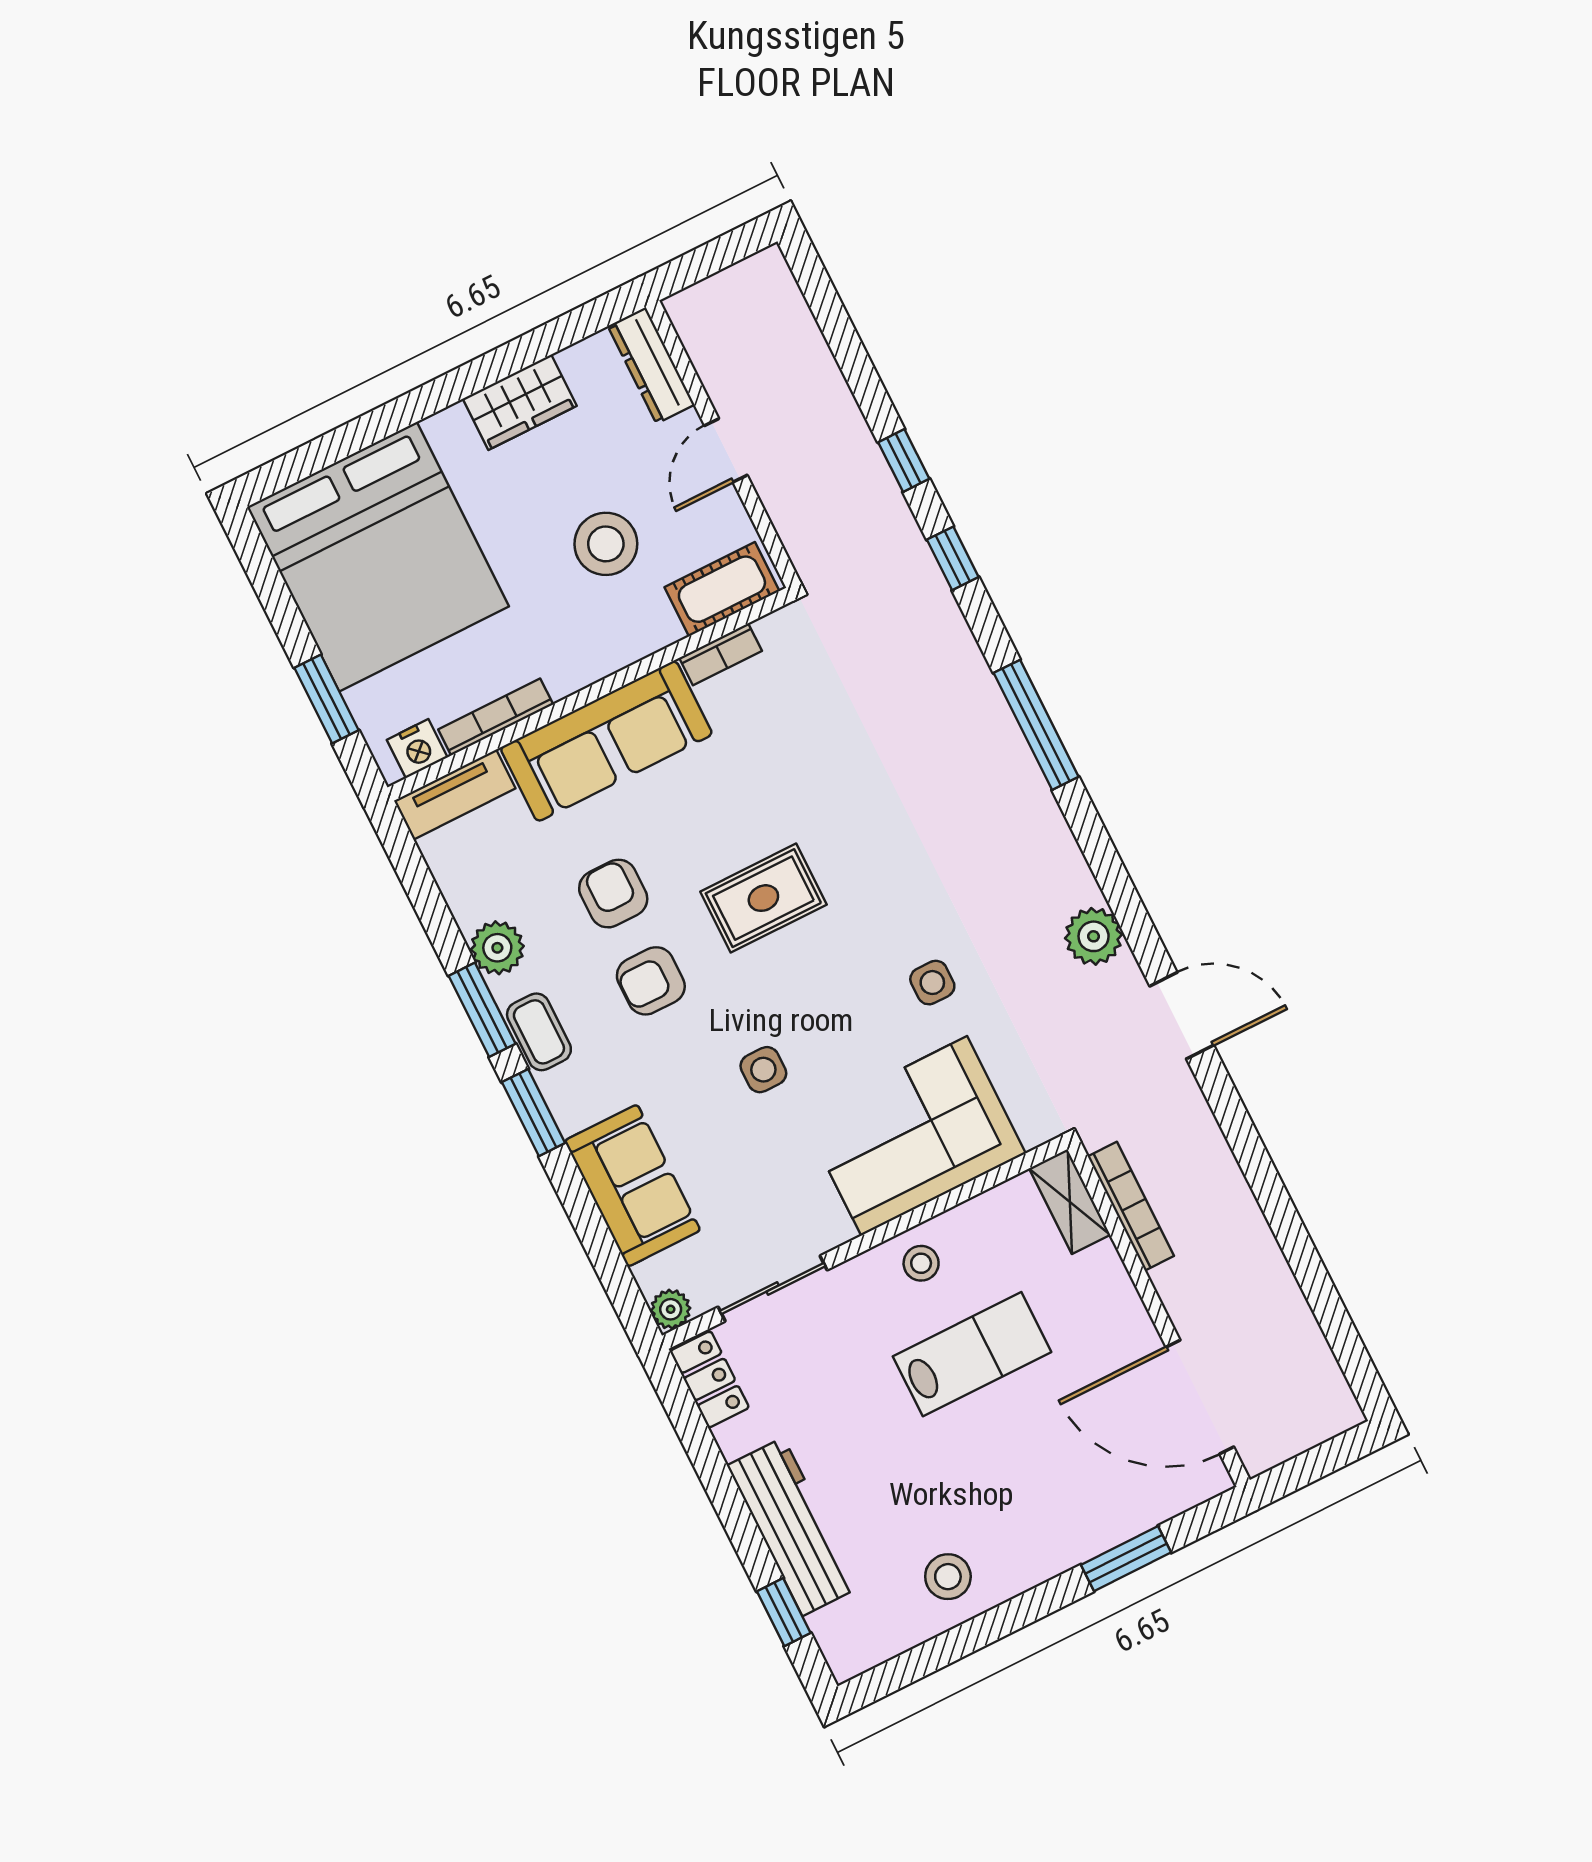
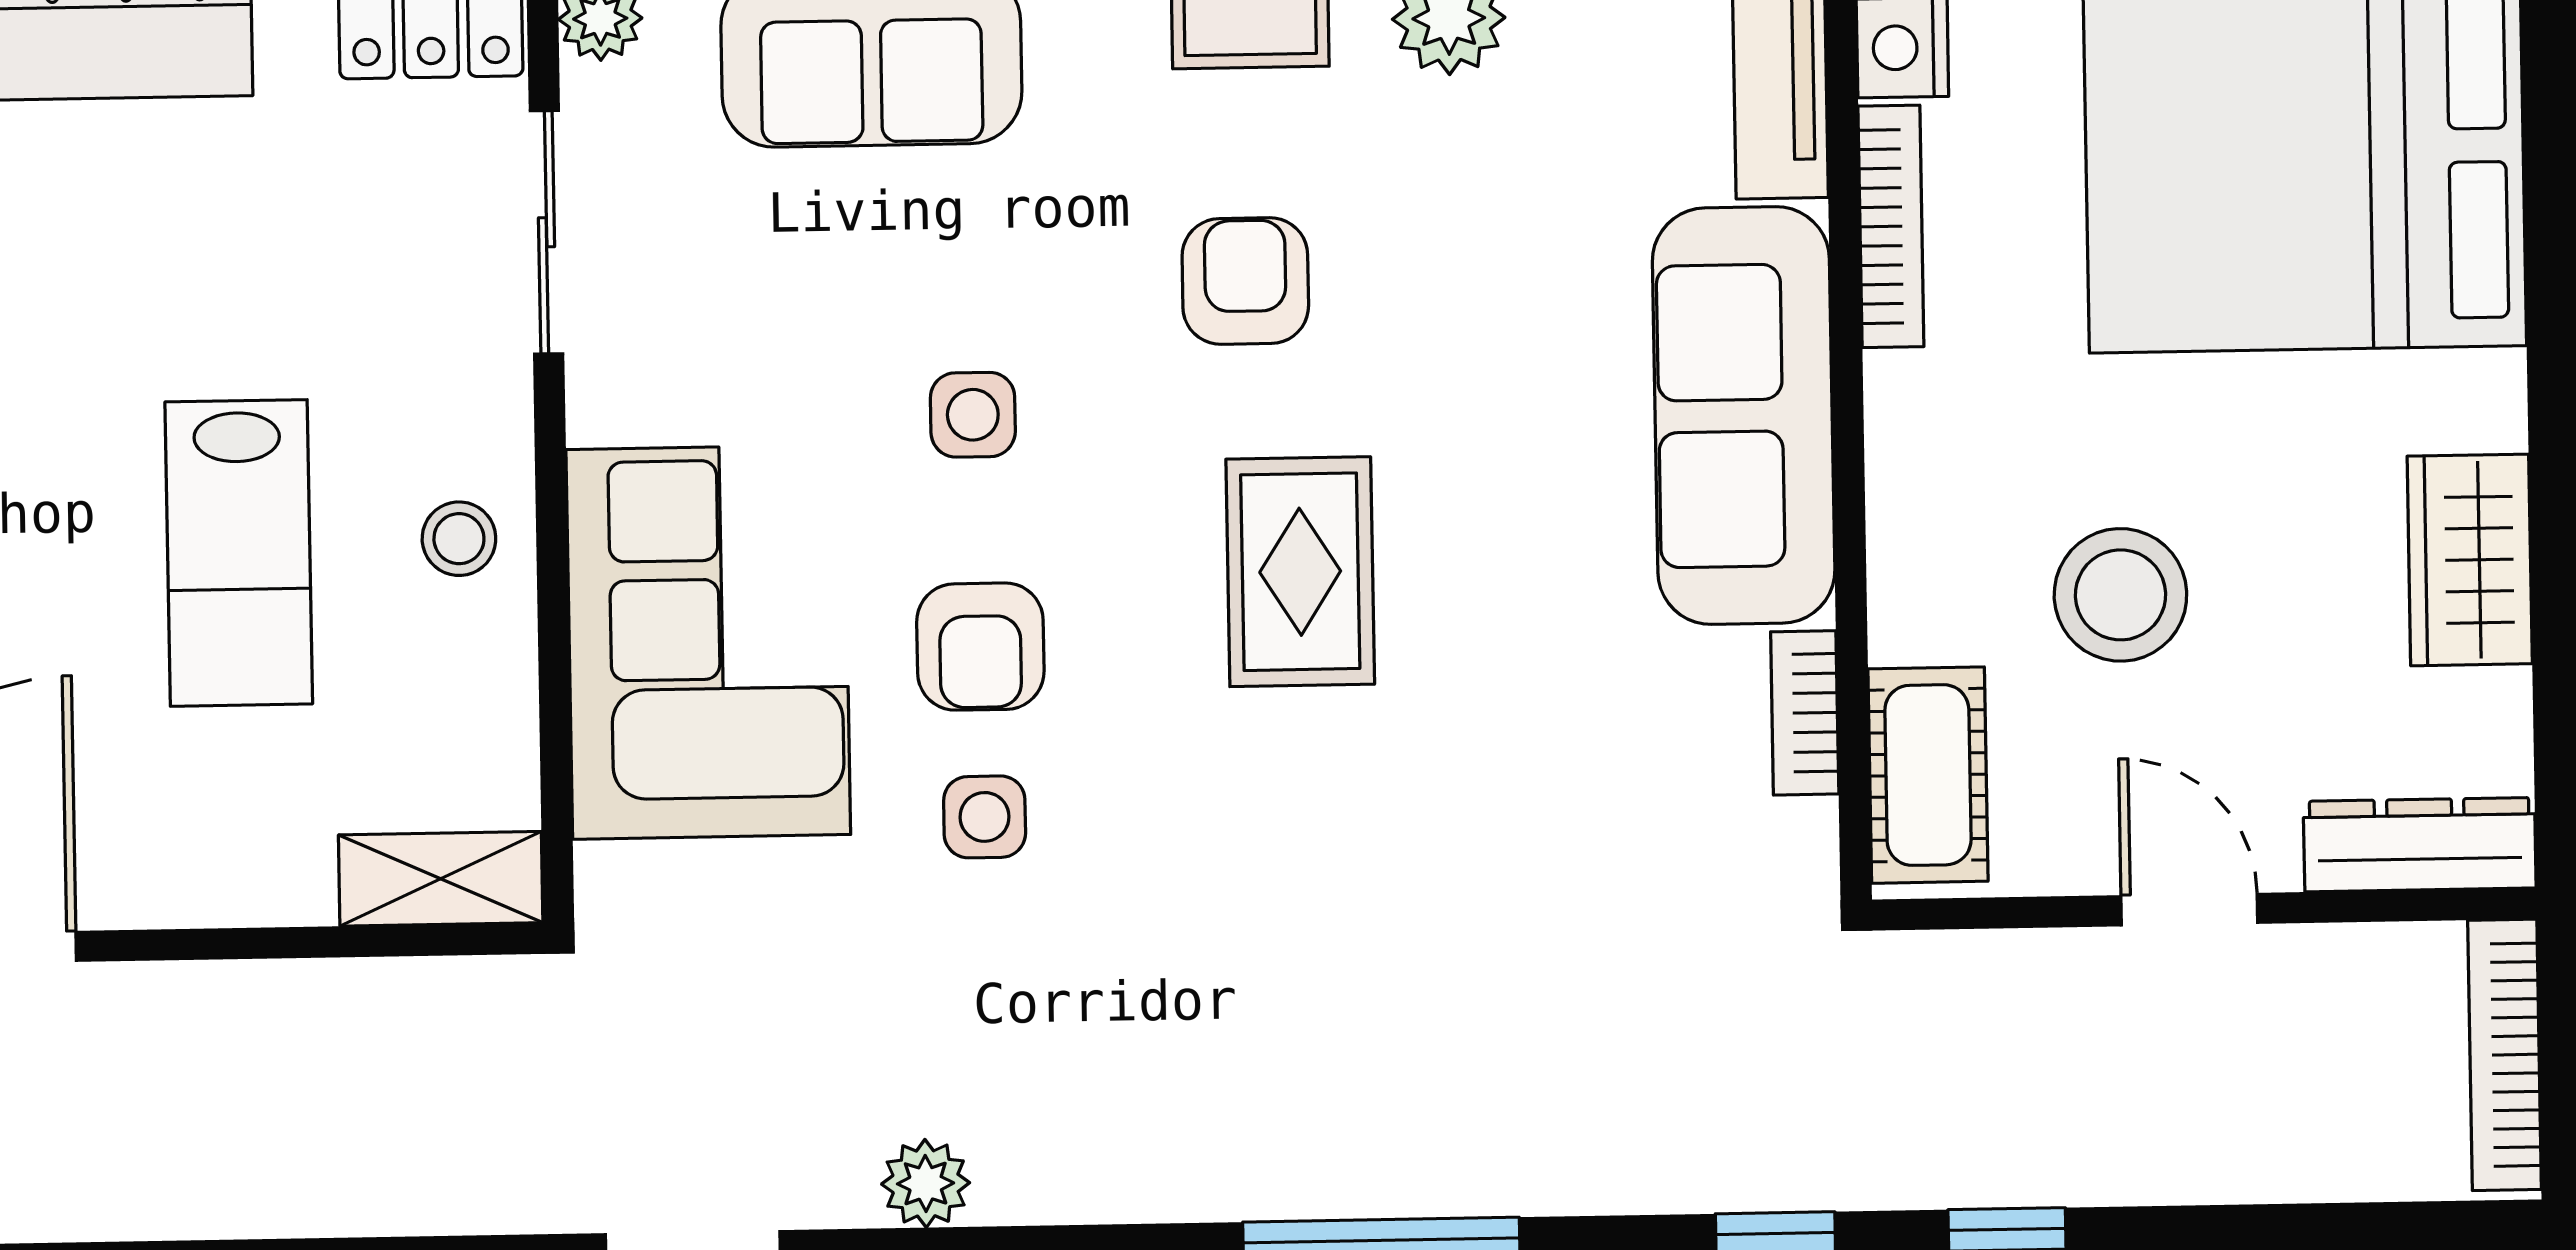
armchair: (613, 894) -> (980, 647), moved, turned 90
plant: (1094, 936) -> (926, 1183), width x0.73, depth x0.73
bookcase: (1131, 1206) -> (2505, 1055), moved, turned 90

